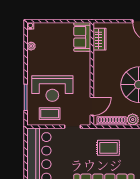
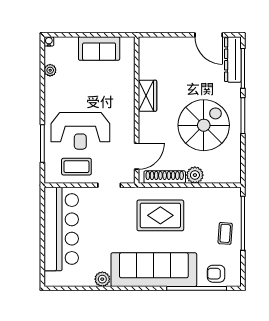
sofa: (82, 37) -> (99, 48), moved, turned -90
wardrobe: (99, 39) -> (147, 96), moved
rug: (108, 148) -> (160, 215), width x1.36, depth x1.43

